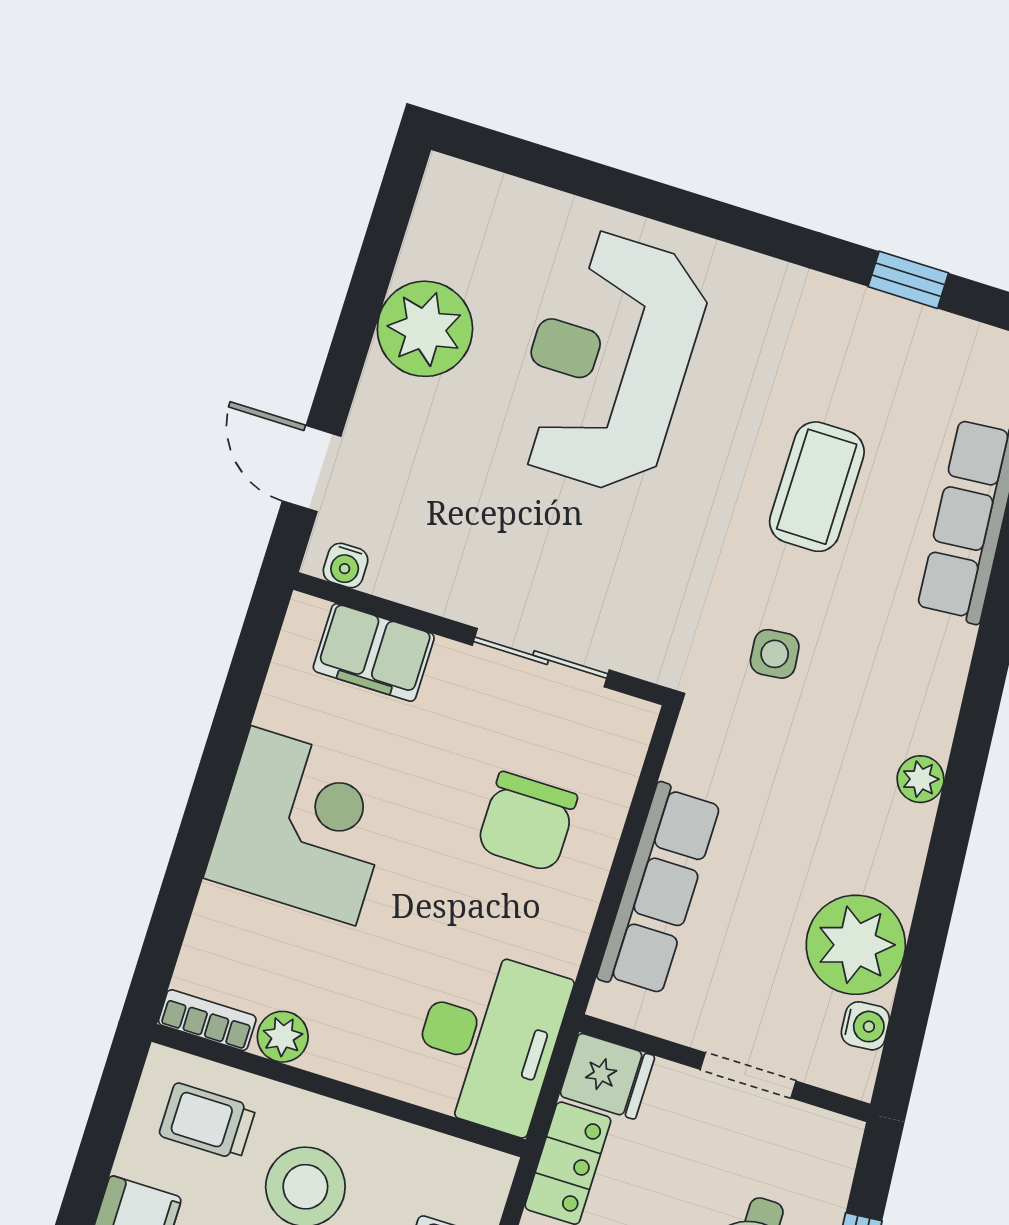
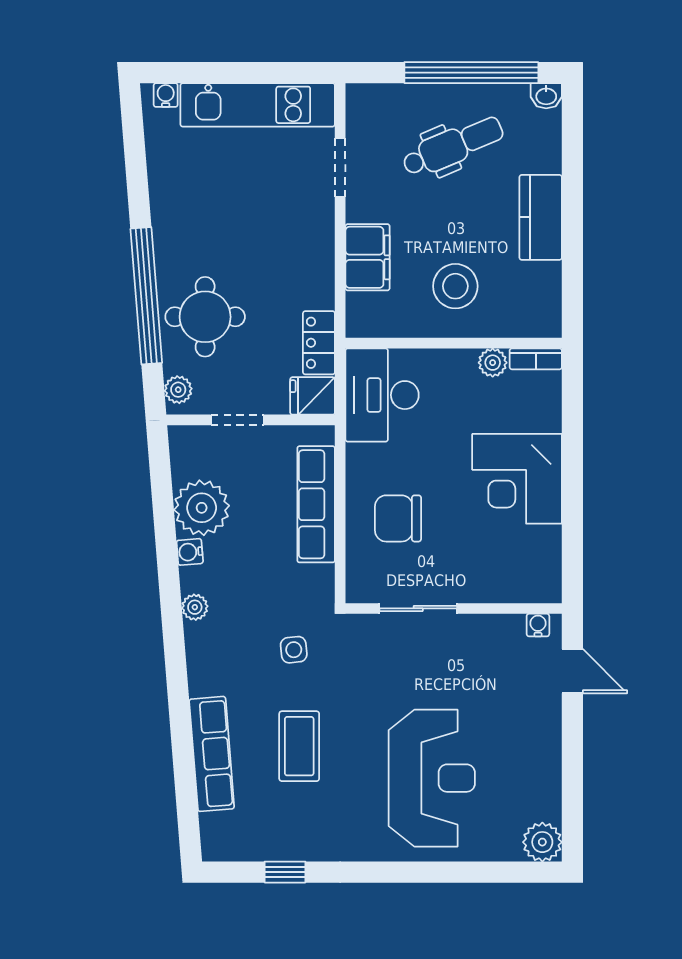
plant: (425, 329) -> (542, 842), moved, width x0.73, depth x0.73
filing cabinet: (374, 653) -> (508, 583), removed
chair: (527, 822) -> (398, 518), turned -90
water cooler: (865, 1026) -> (190, 552), moved
trolley: (207, 1121) -> (519, 305), removed
plant: (833, 1158) -> (178, 390), added

